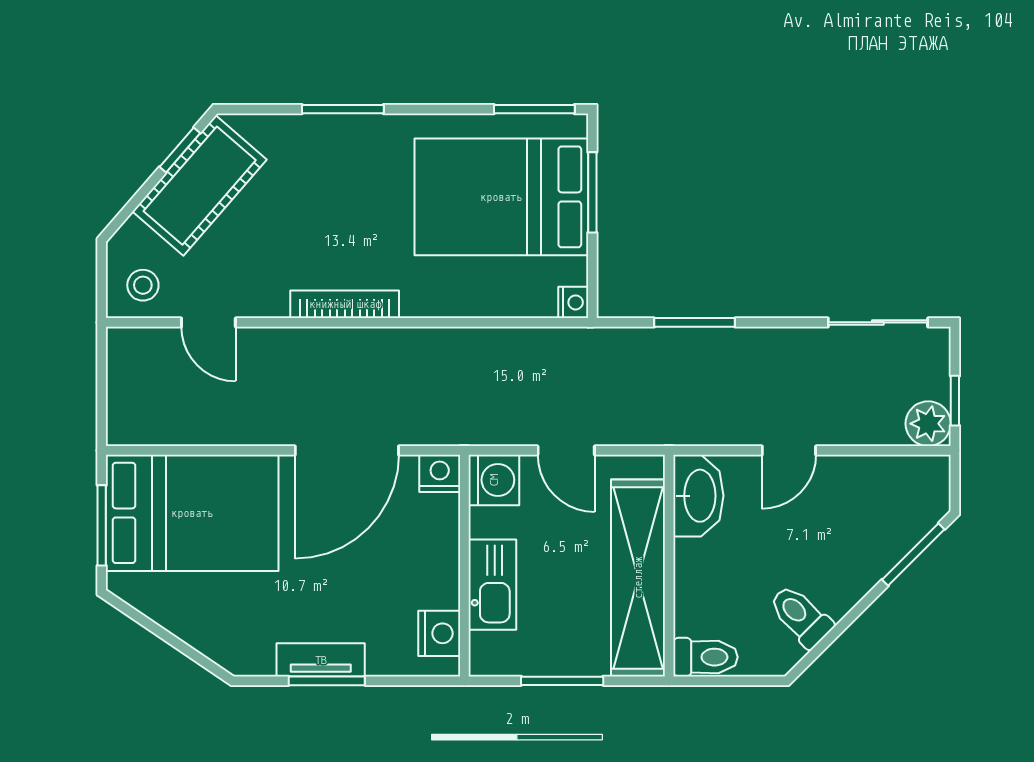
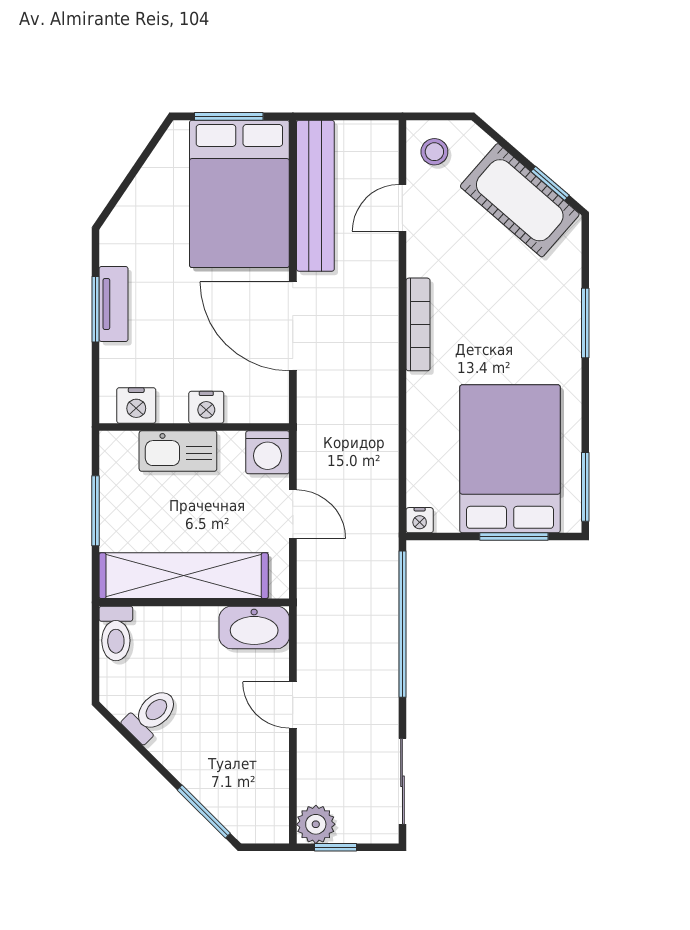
window: (695, 322) -> (402, 624), width x2.11
bench: (194, 424) -> (315, 196), added
door: (566, 450) -> (293, 514), swing flipped
nightstand: (440, 473) -> (206, 407), moved, turned 90

